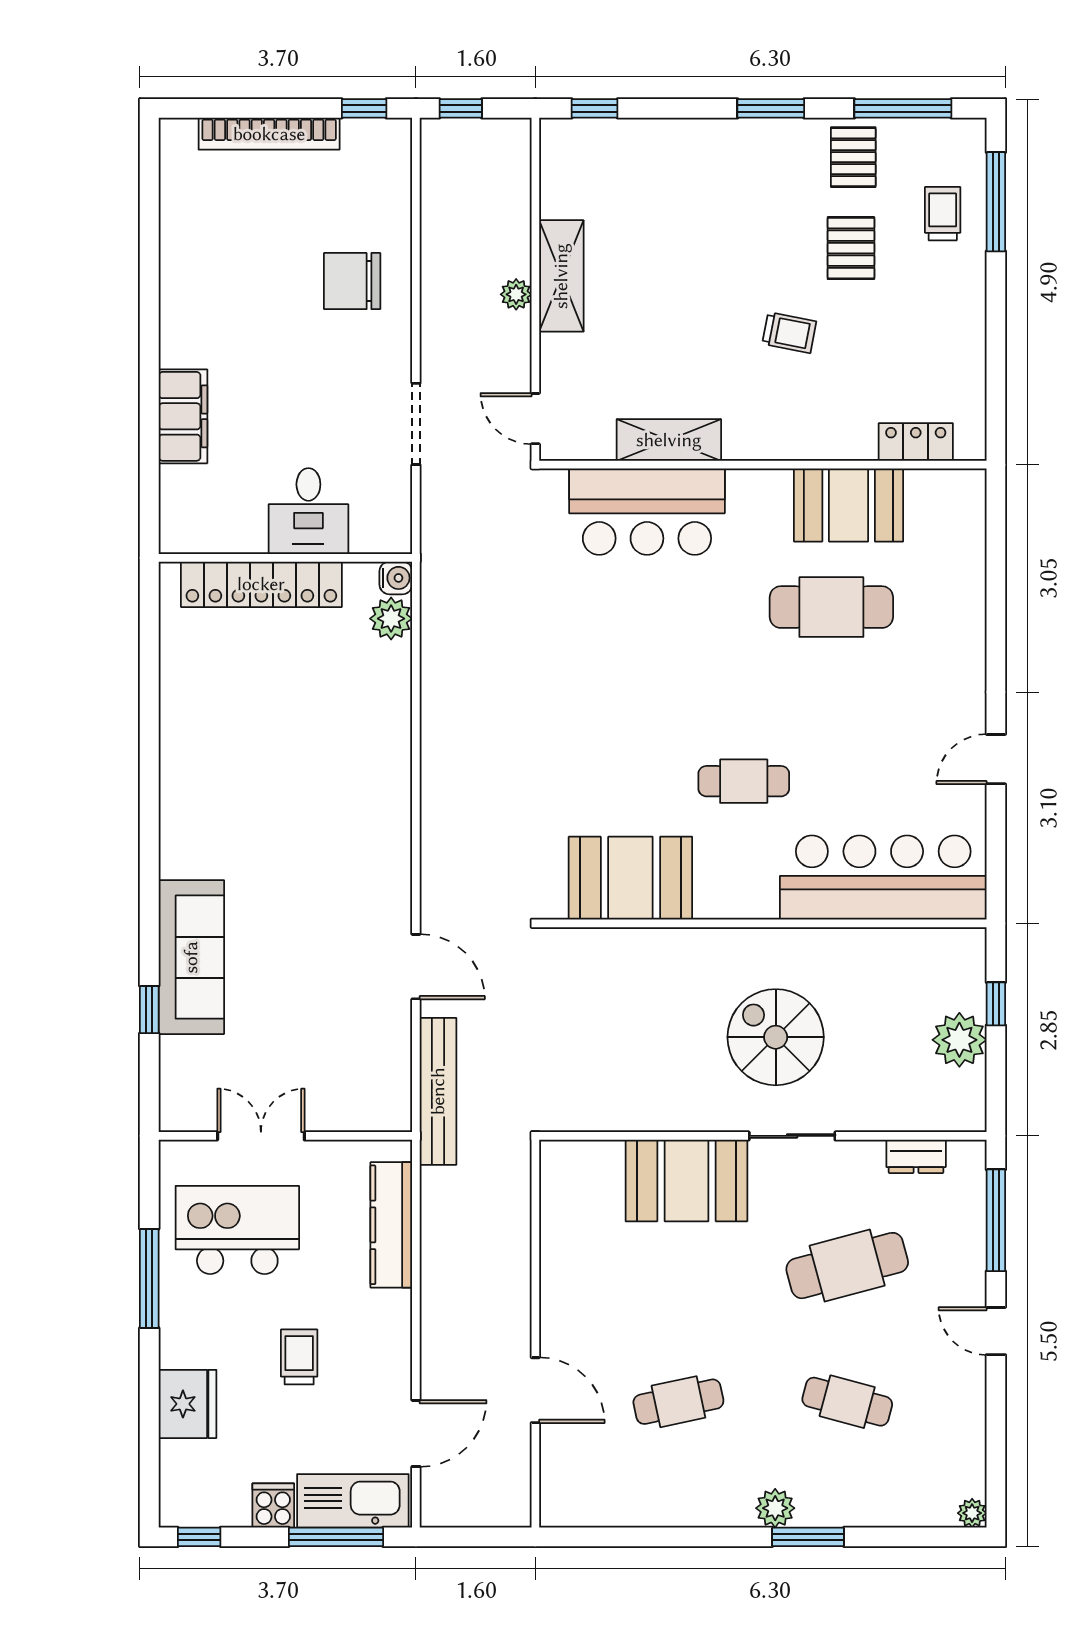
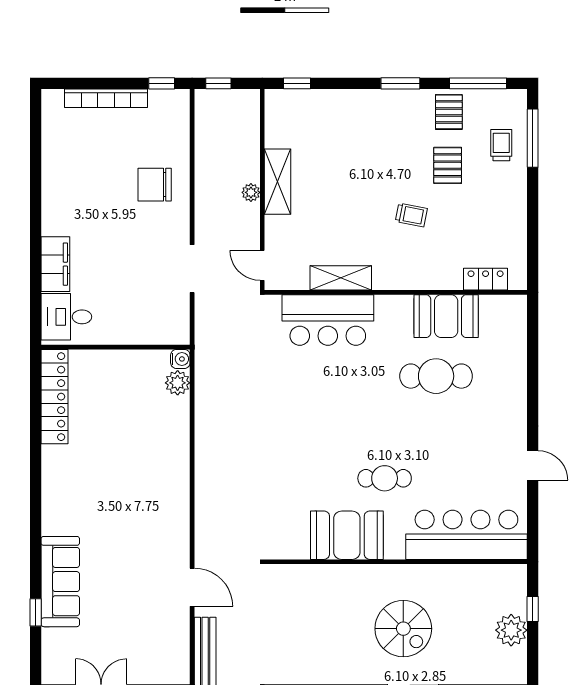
desk: (308, 511) -> (66, 317), moved, turned 90
locker: (261, 584) -> (54, 397), moved, turned -90
door: (996, 759) -> (533, 465), swing flipped
booth: (630, 878) -> (347, 535), moved
spiral stairs: (776, 1037) -> (403, 629), turned 180

